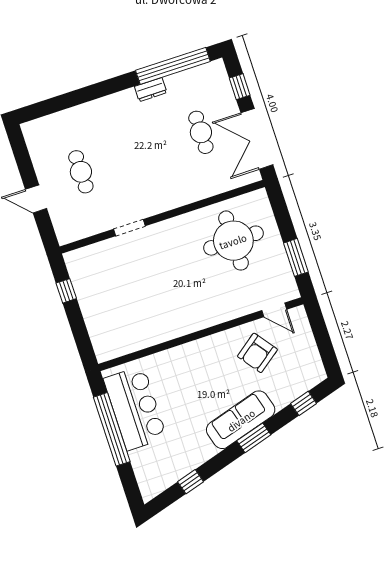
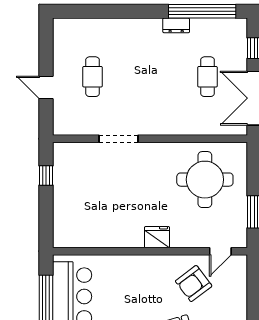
doorway: (129, 228) -> (119, 139), width x1.38
door: (274, 310) -> (220, 251), hinge flipped
fridge: (203, 317) -> (157, 237), added

